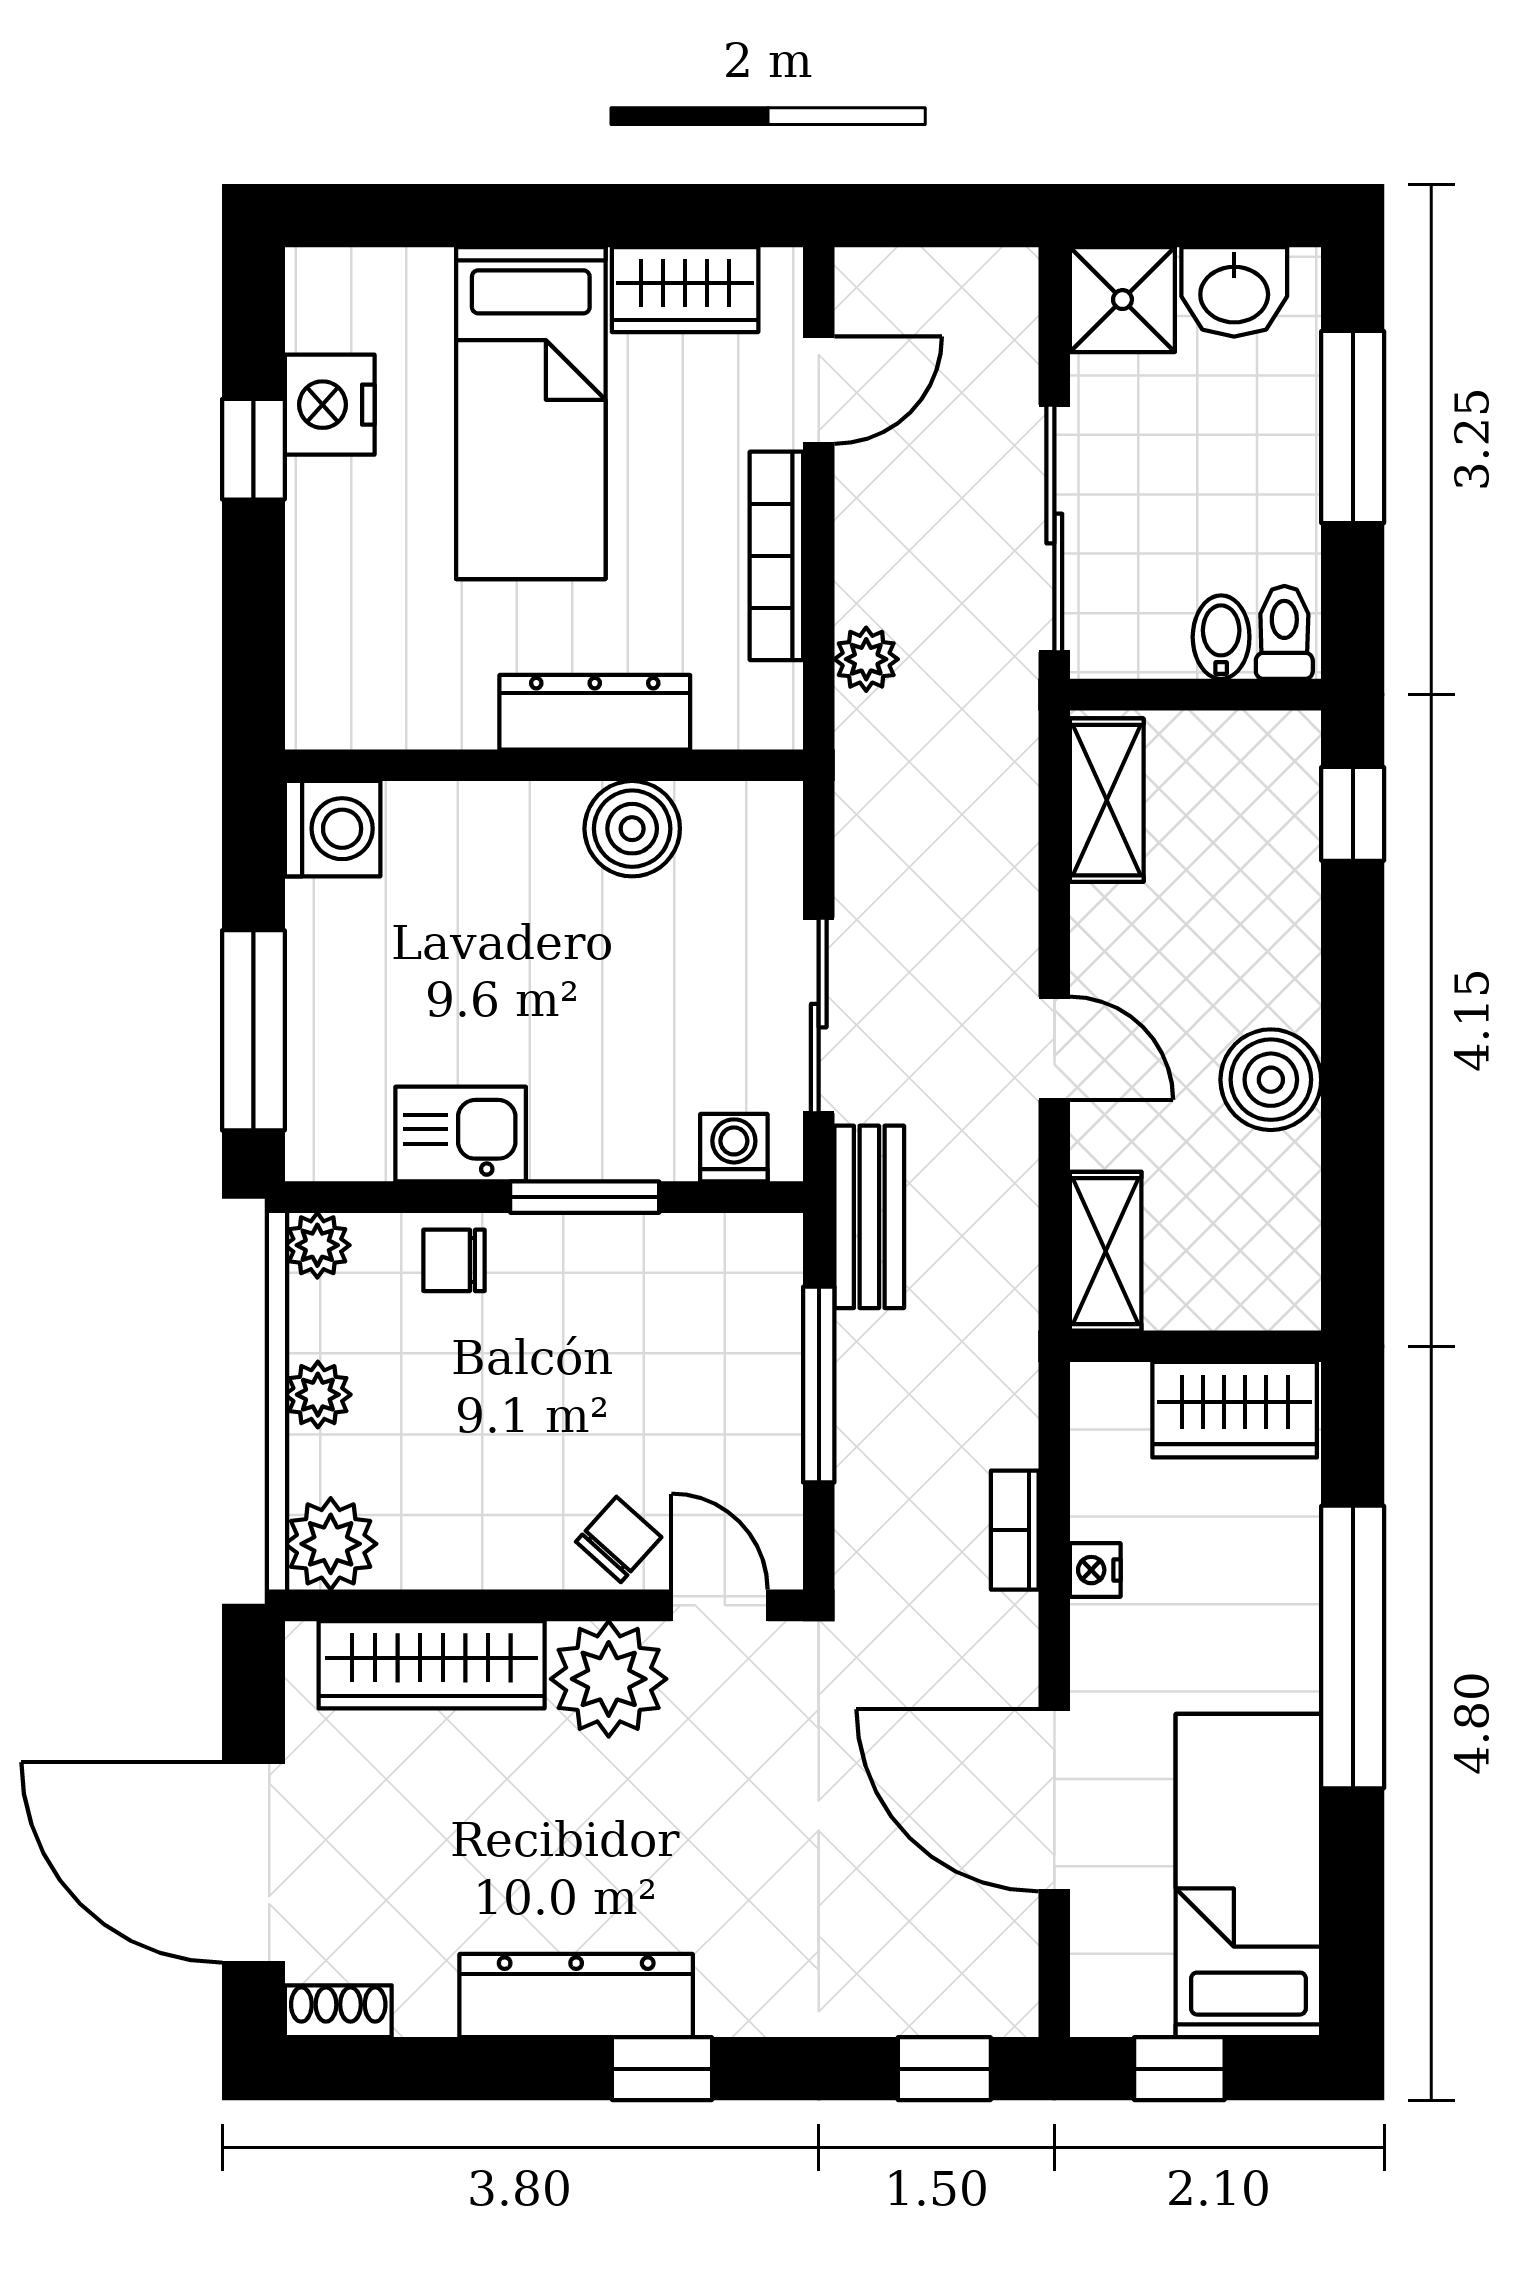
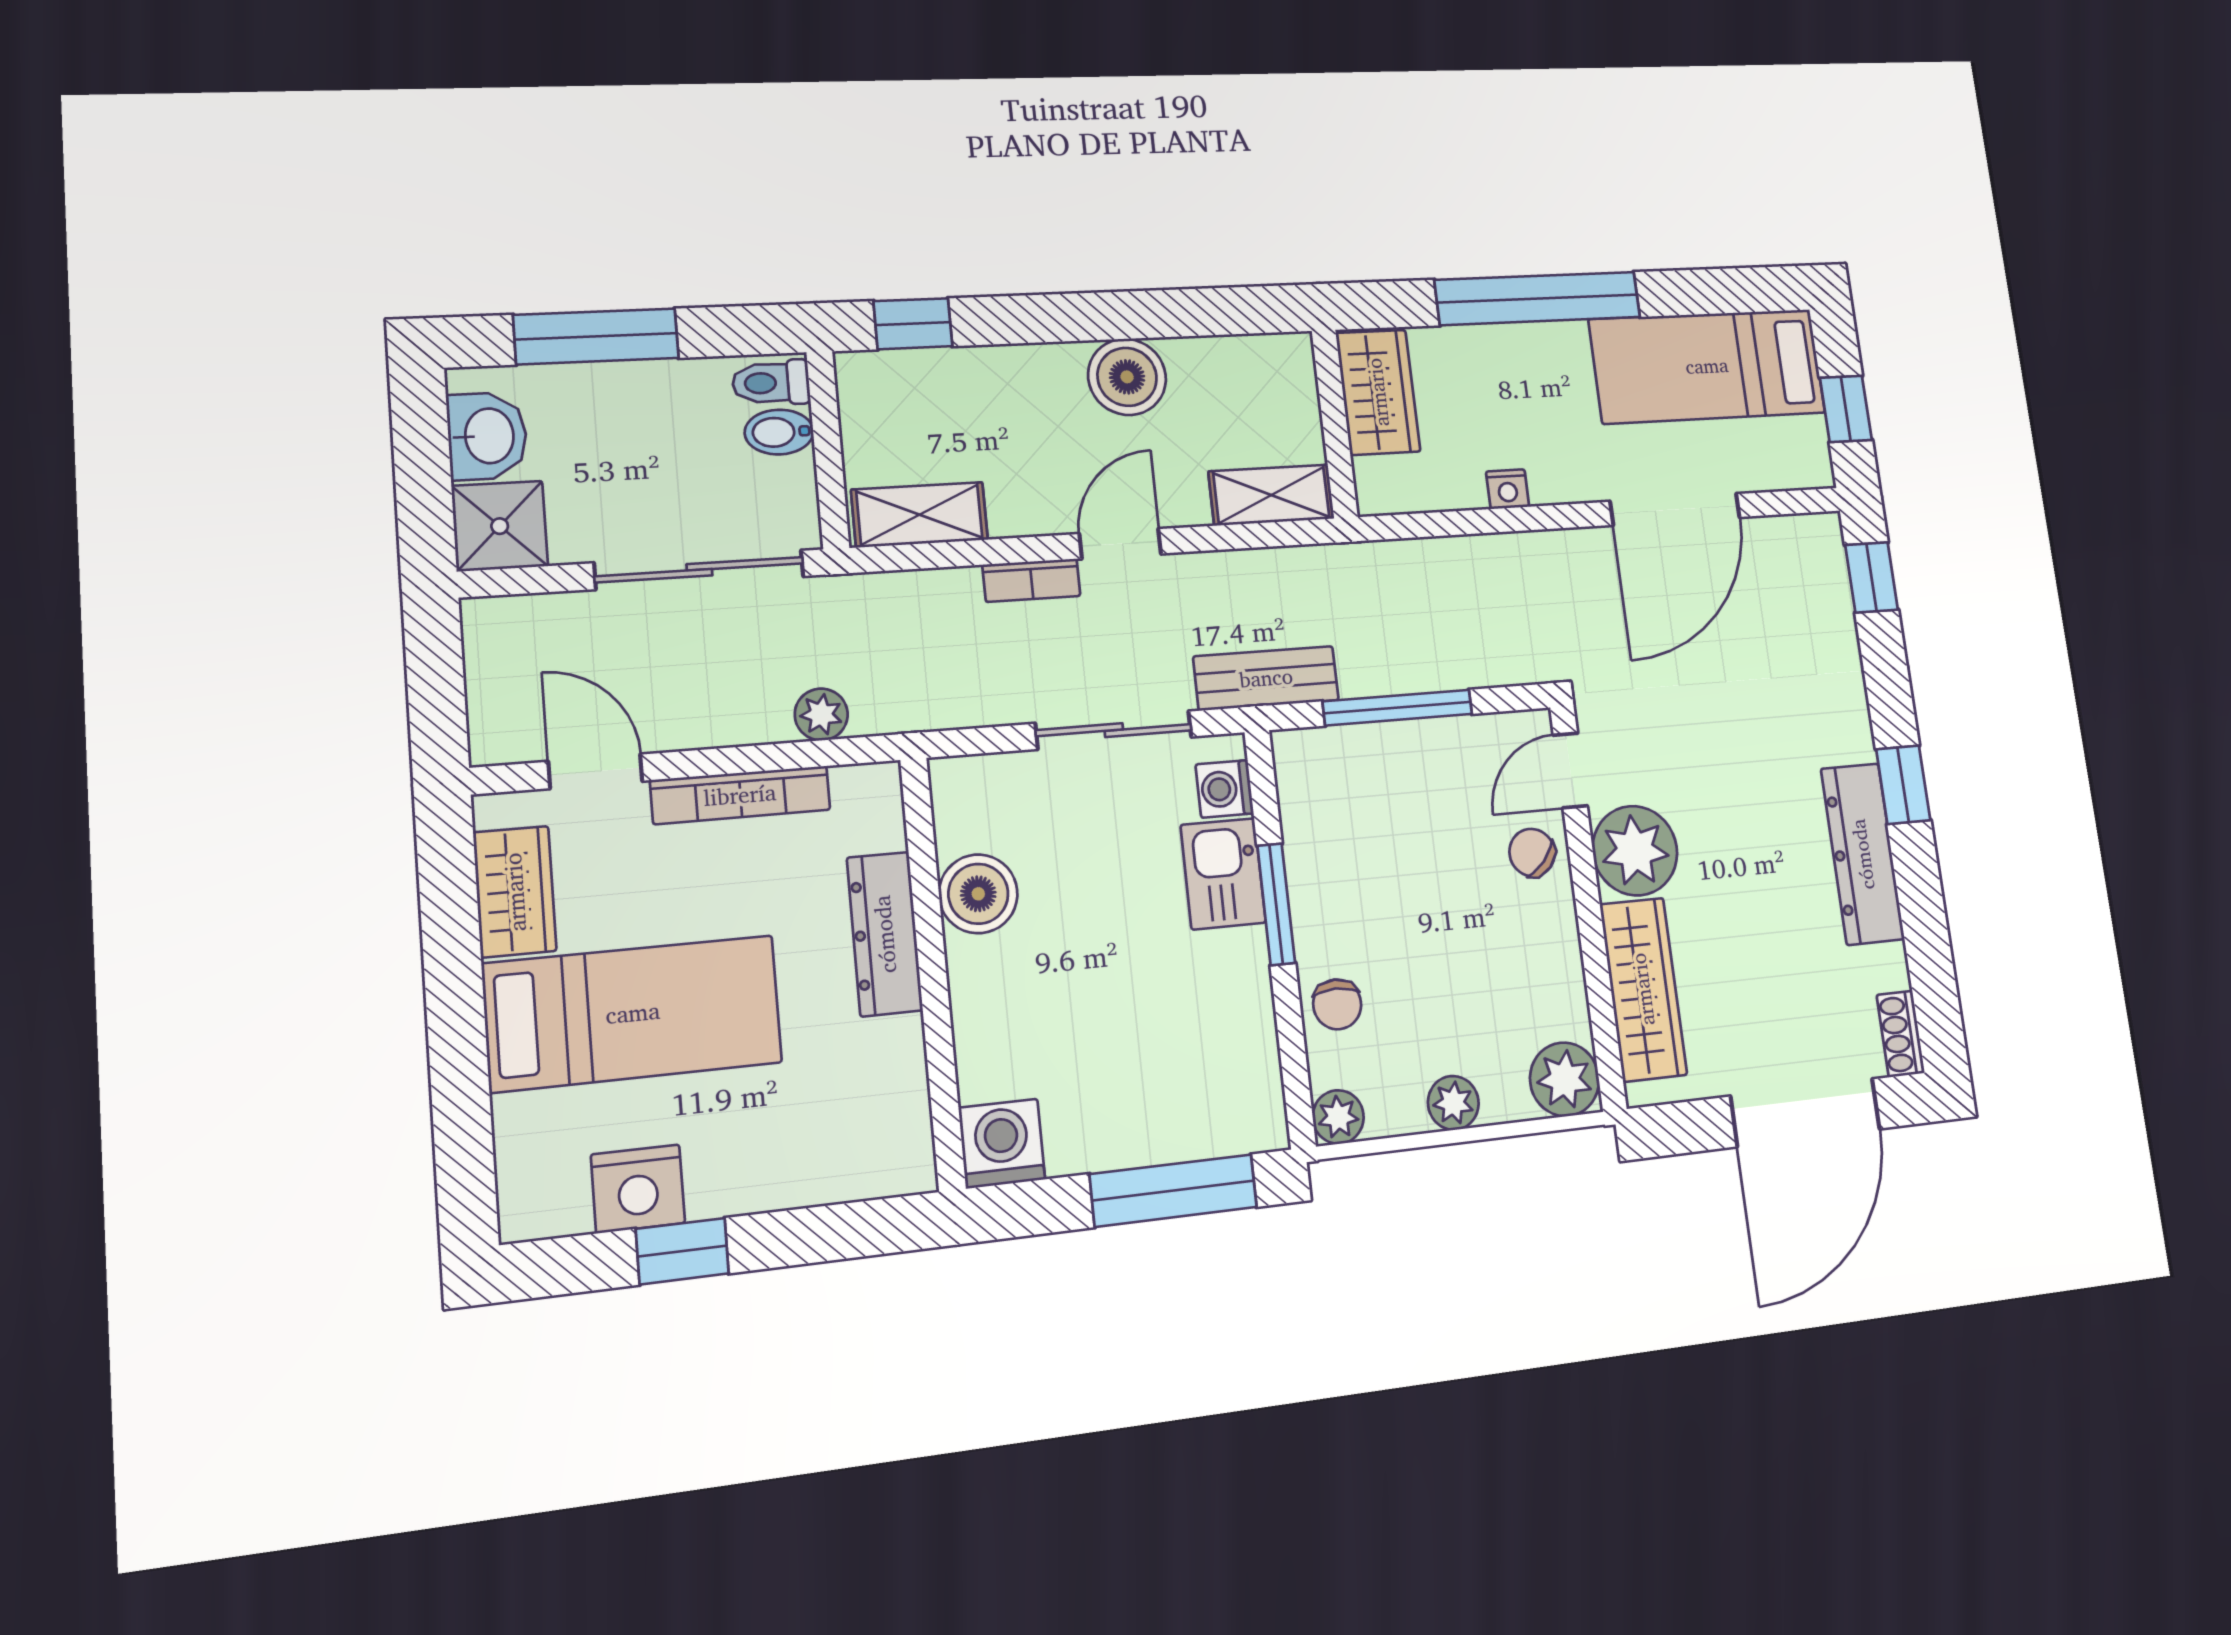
kitchen sink: (461, 1134) -> (1223, 874), moved
bookcase: (1015, 1530) -> (1031, 580), moved

